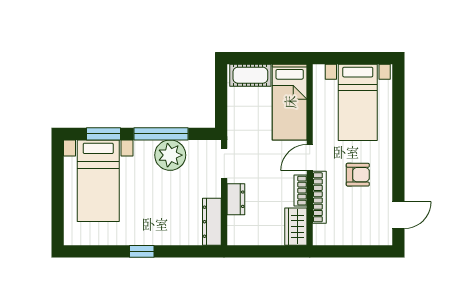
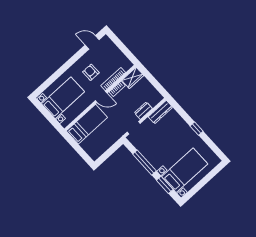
cot: (250, 75) -> (90, 149), removed
plant: (170, 155) -> (149, 152), removed

